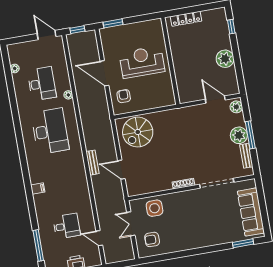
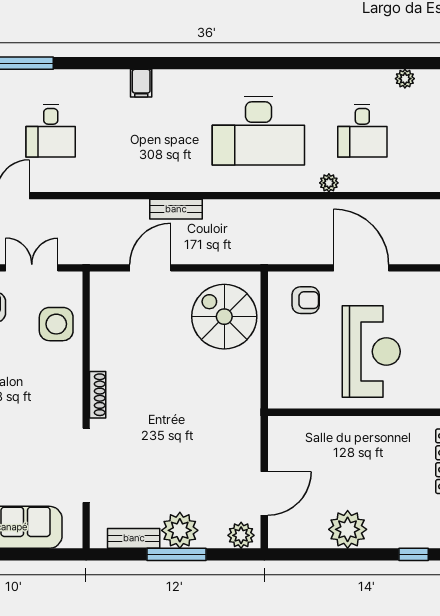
door: (105, 73) -> (361, 268), hinge flipped
desk: (42, 84) -> (362, 131), width x0.73

